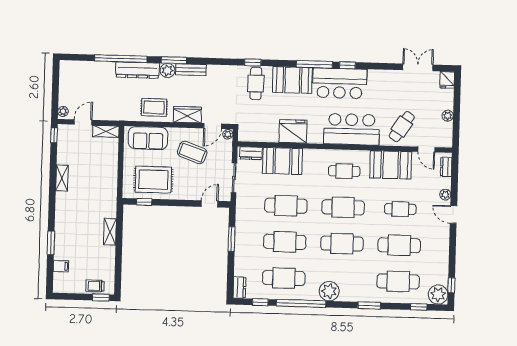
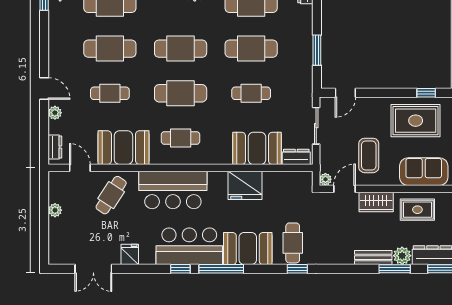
fridge: (447, 80) -> (130, 254), moved
coffee table: (192, 152) -> (369, 155), turned 70
cafe table: (286, 206) -> (251, 93), width x0.73, depth x0.74

